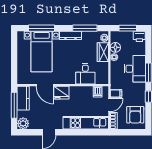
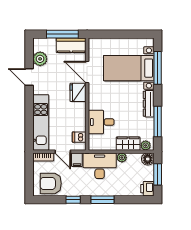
floor lamp: (115, 47) -> (148, 159), moved
desk: (135, 69) -> (100, 166), moved, turned 180
door: (45, 85) -> (87, 72), hinge flipped
plant: (23, 123) -> (40, 59), moved

